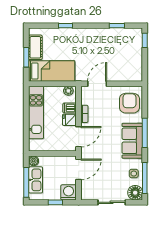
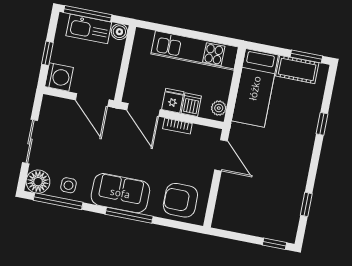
window: (26, 57) -> (306, 56), moved
armchair: (129, 103) -> (180, 200), turned 180

